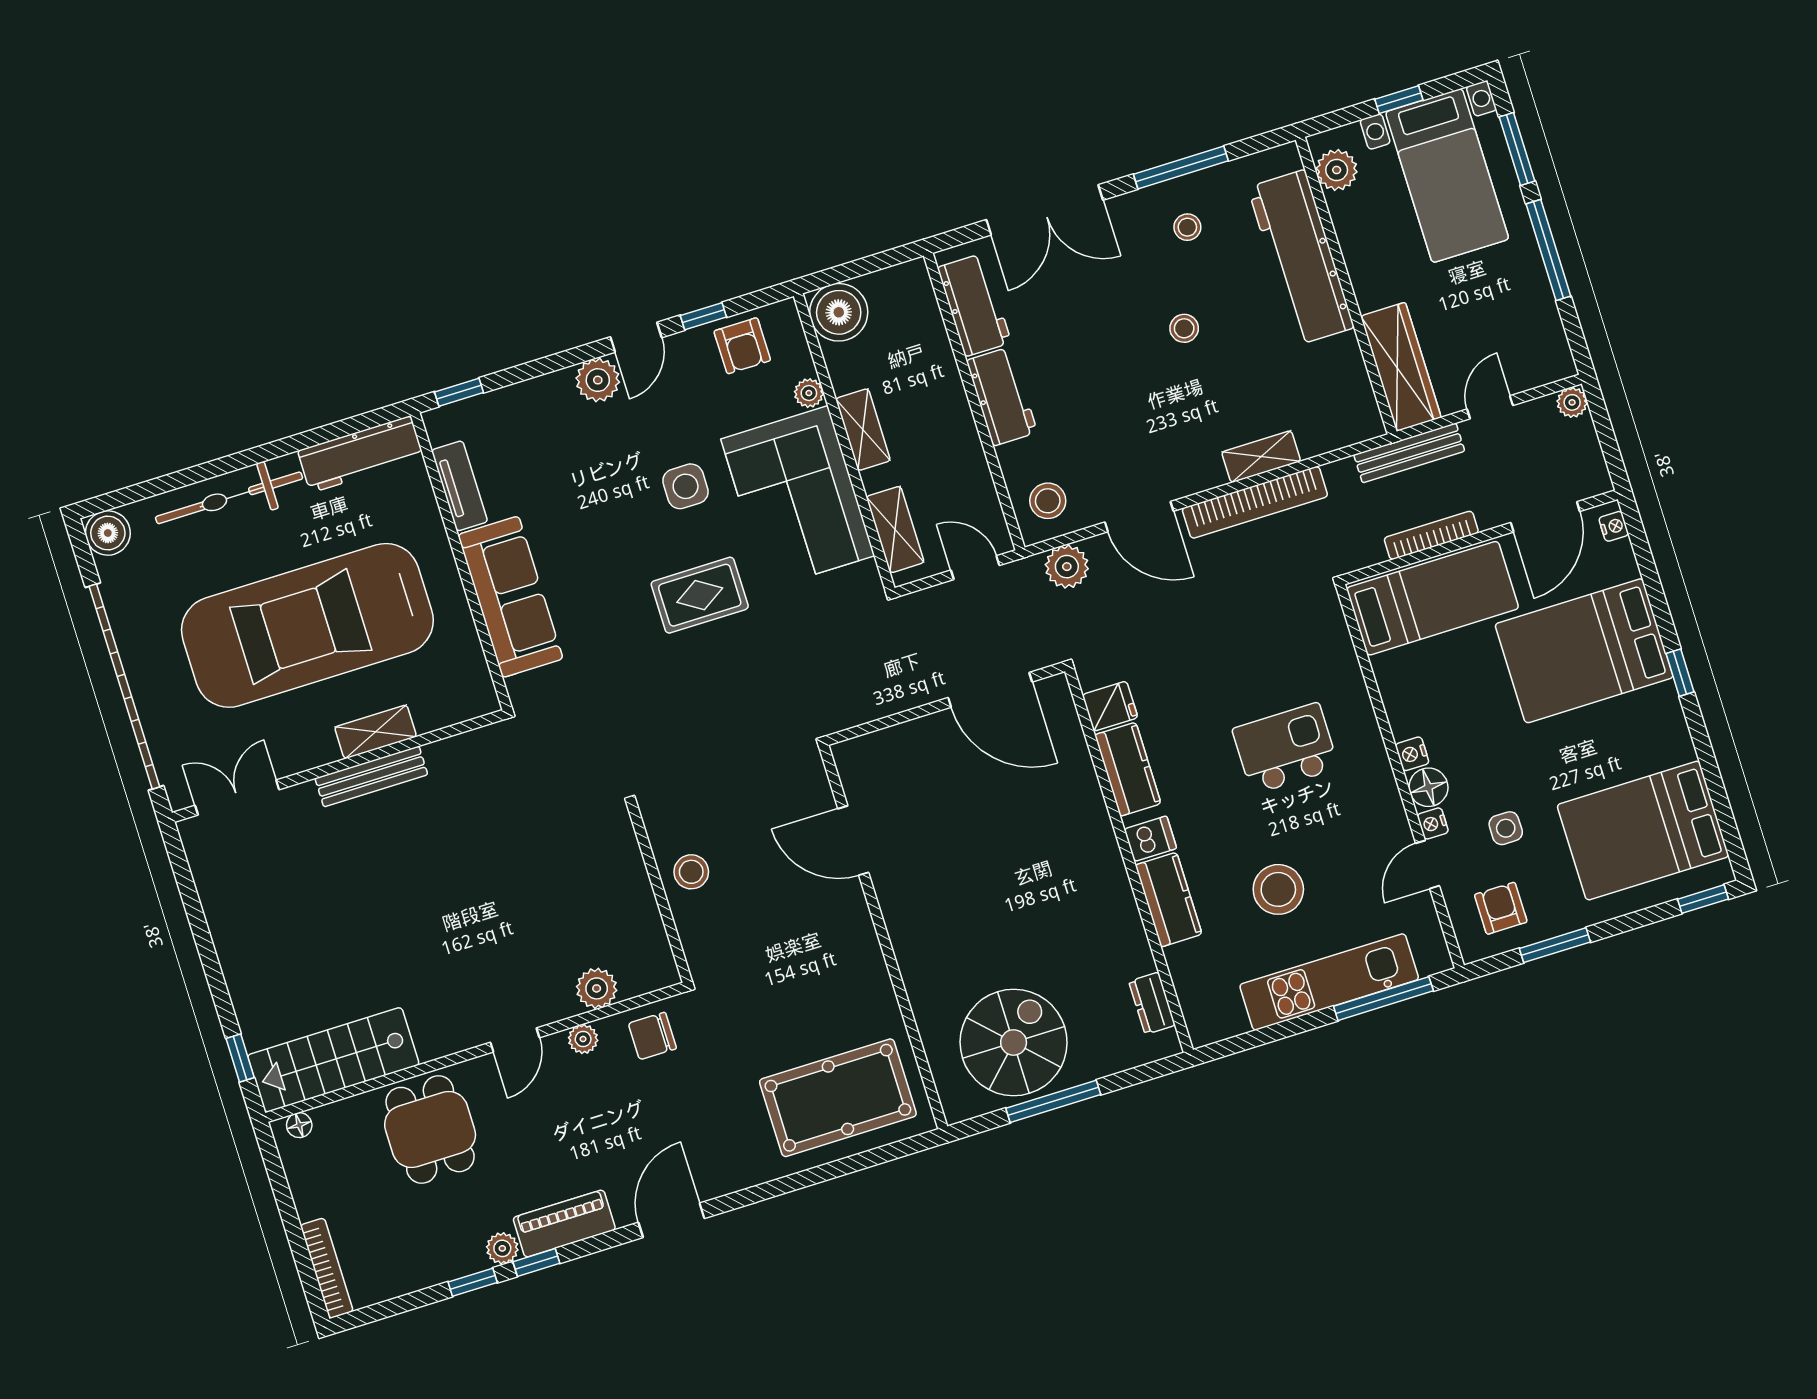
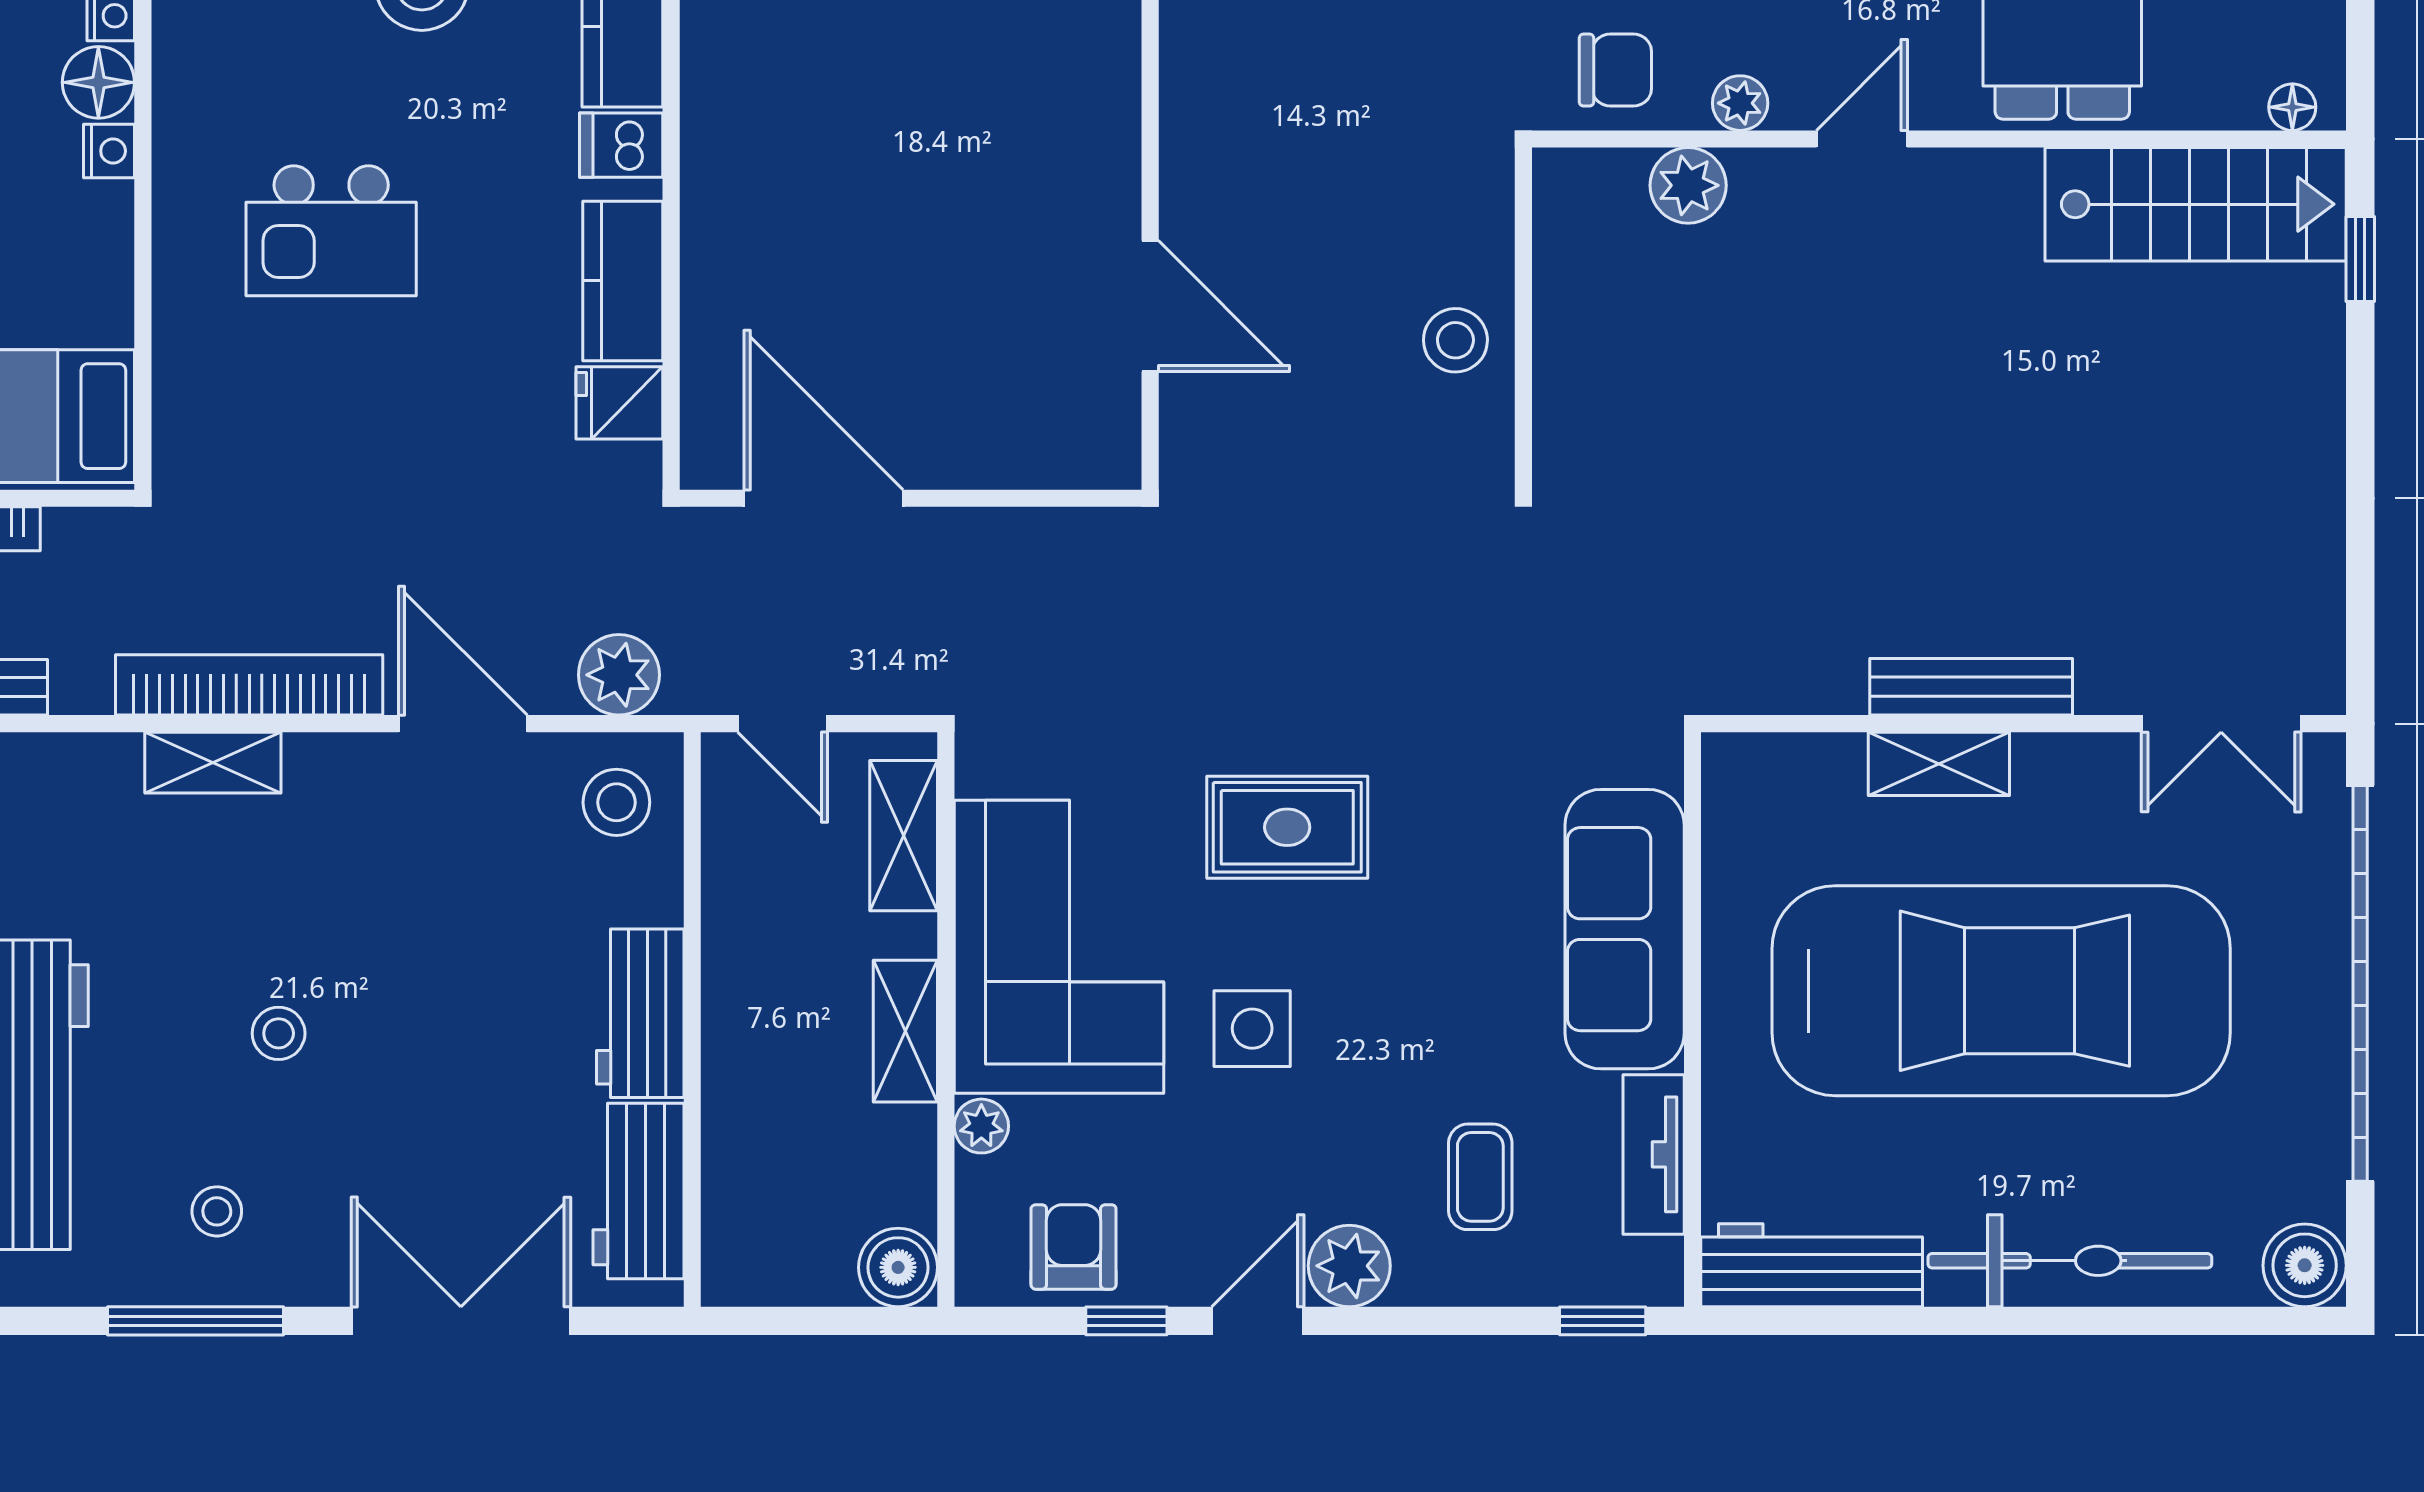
boiler: (839, 312) -> (898, 1267), width x0.73, depth x0.73
coffee table: (545, 447) -> (1480, 1177), added

